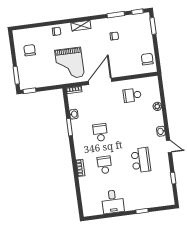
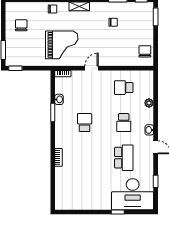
grand piano: (70, 63) -> (62, 45), turned -90
door: (100, 81) -> (92, 68), width x0.53
school desk: (105, 165) -> (124, 123), moved, turned 180
desk: (113, 202) -> (133, 194), moved, width x1.87, depth x1.30

